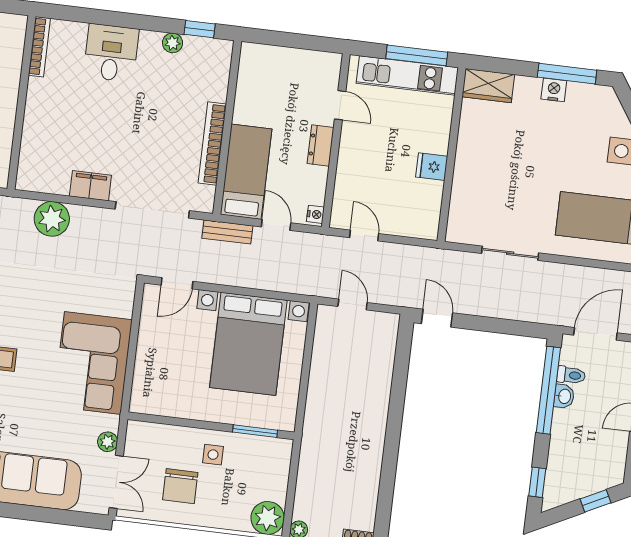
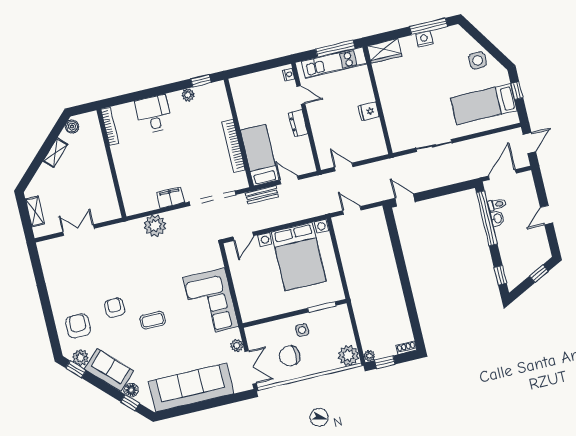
nightstand: (315, 214) -> (288, 74), moved
chair: (180, 486) -> (290, 356), turned 90

